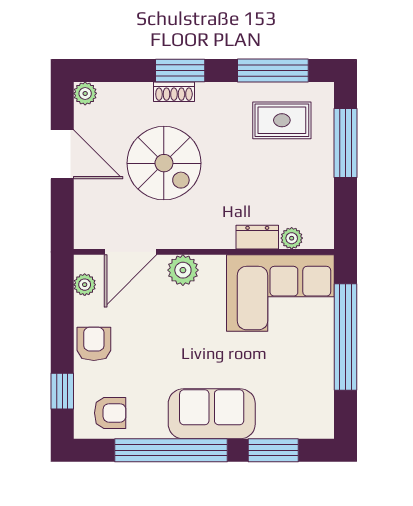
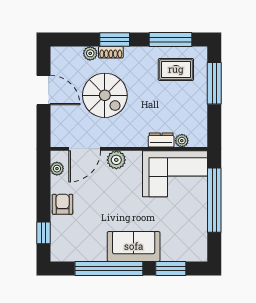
plant: (85, 93) -> (90, 53), moved
armchair: (110, 413) -> (72, 246), removed

